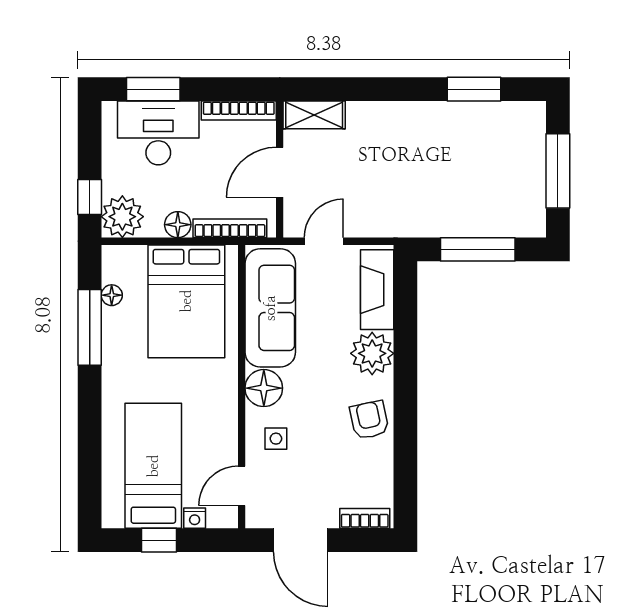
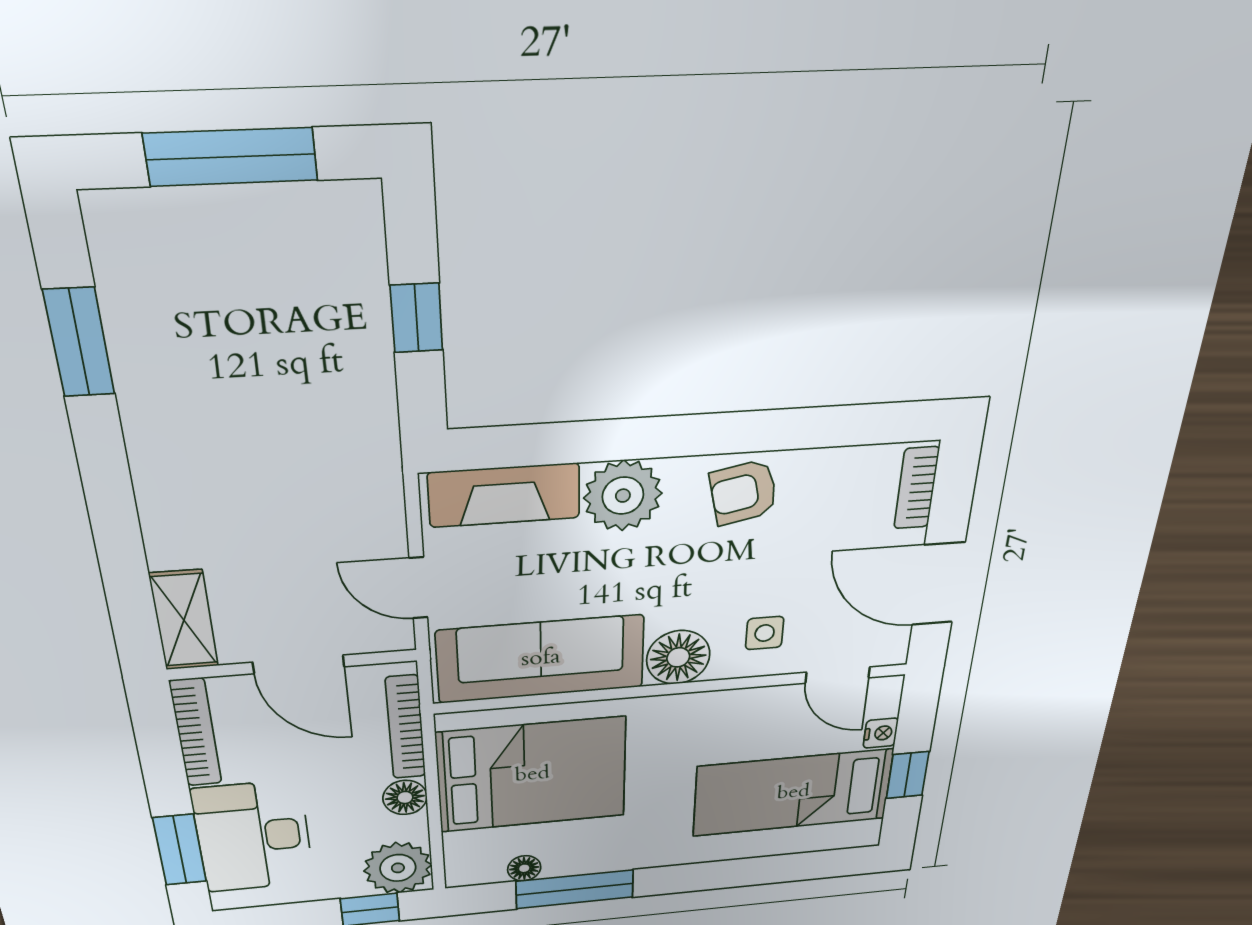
window: (478, 249) -> (417, 318), width x0.46
door: (301, 540) -> (938, 584), swing flipped

